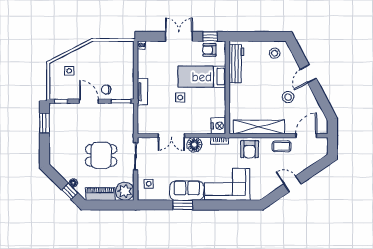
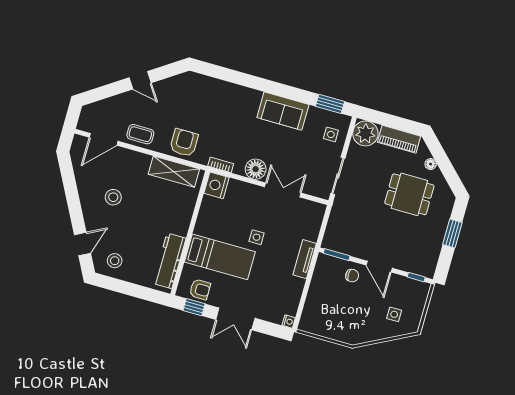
door: (308, 74) -> (82, 244), moved
window: (44, 123) -> (452, 233), moved
shelving: (259, 127) -> (174, 172), width x0.68
dining table: (101, 155) -> (409, 194), moved
corner sofa: (227, 184) -> (227, 104), removed
window: (70, 191) -> (439, 154), removed
window: (183, 205) -> (330, 104), moved

